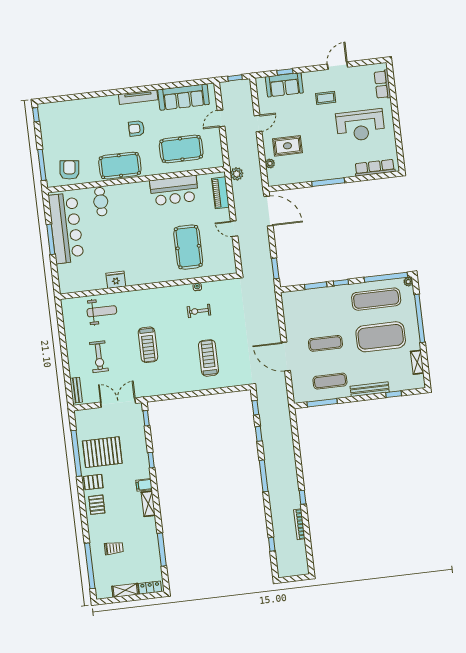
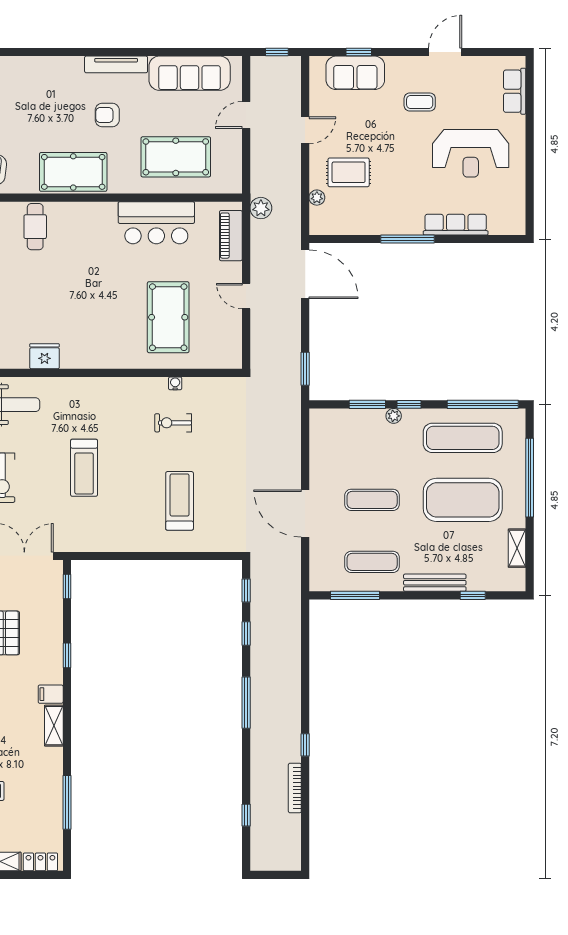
row of seats: (375, 168) -> (456, 225), moved
plant: (408, 282) -> (394, 416), moved

